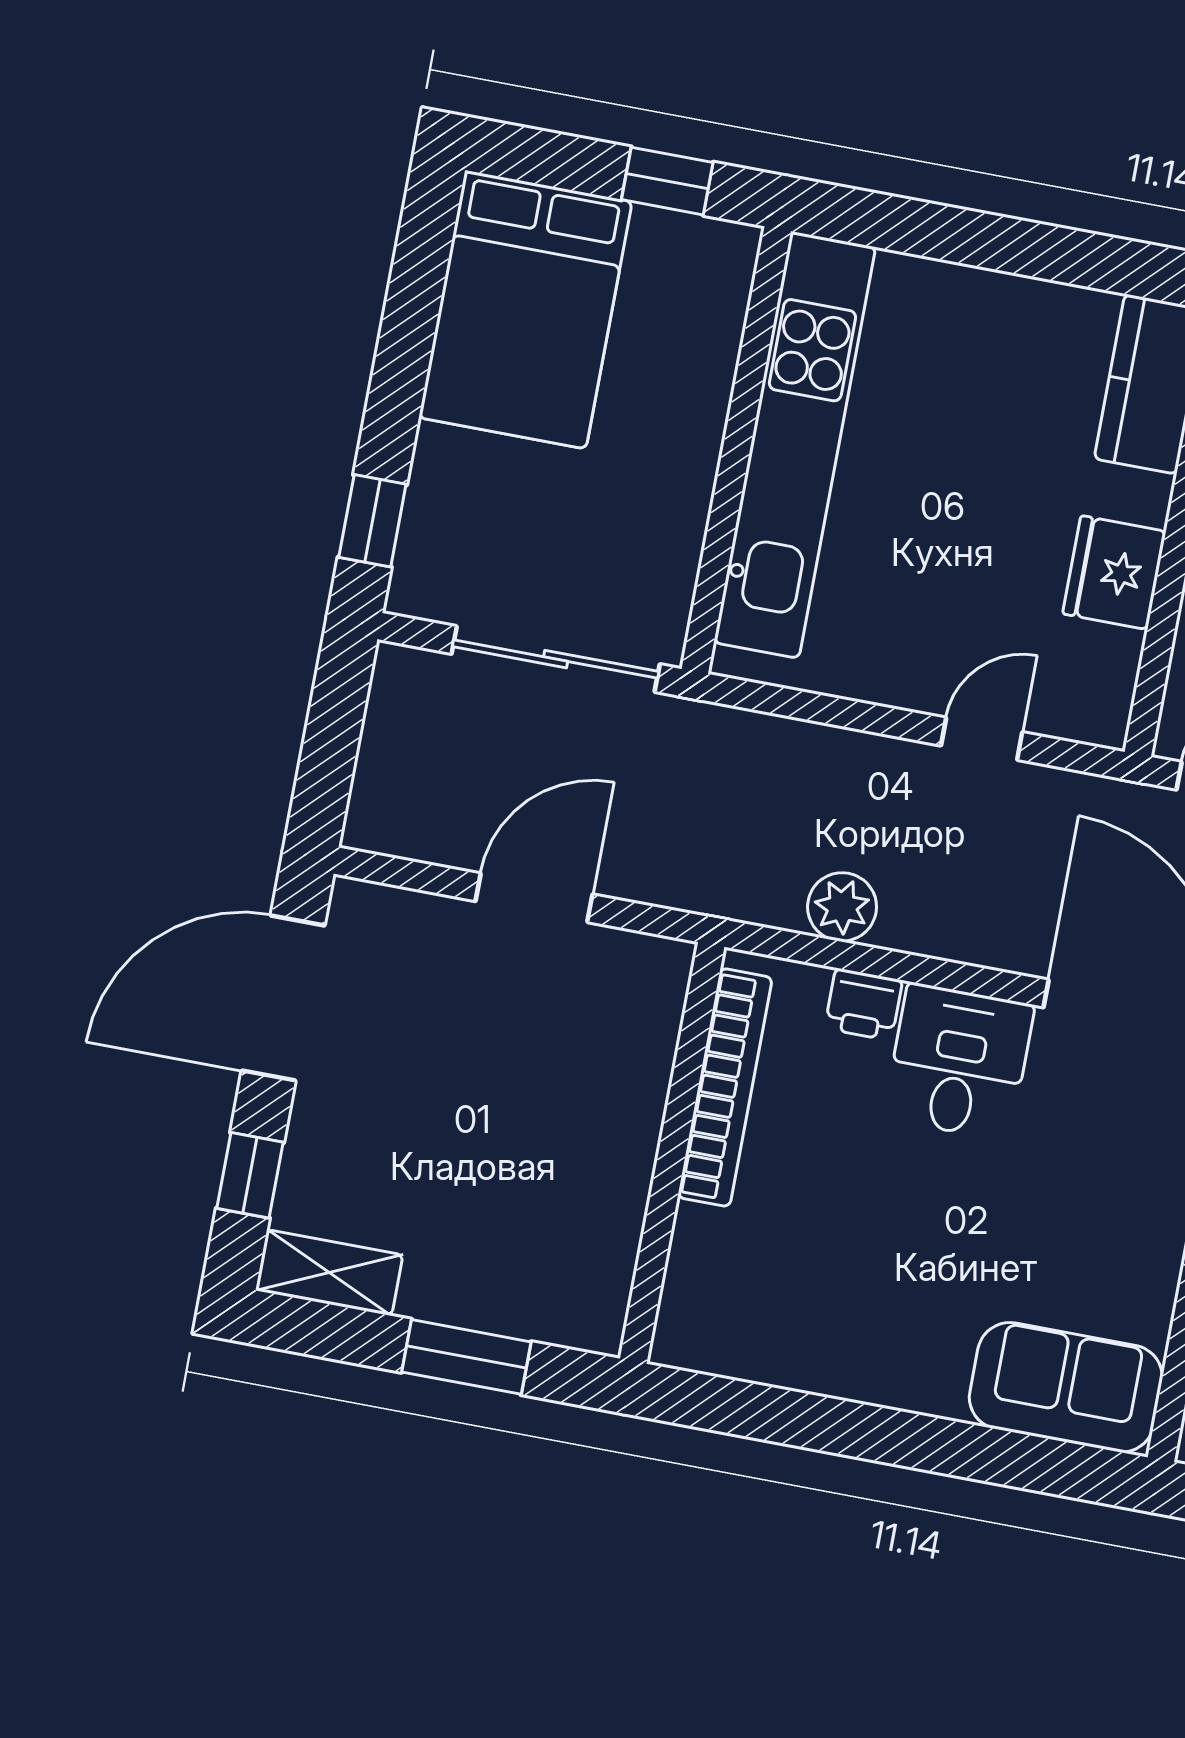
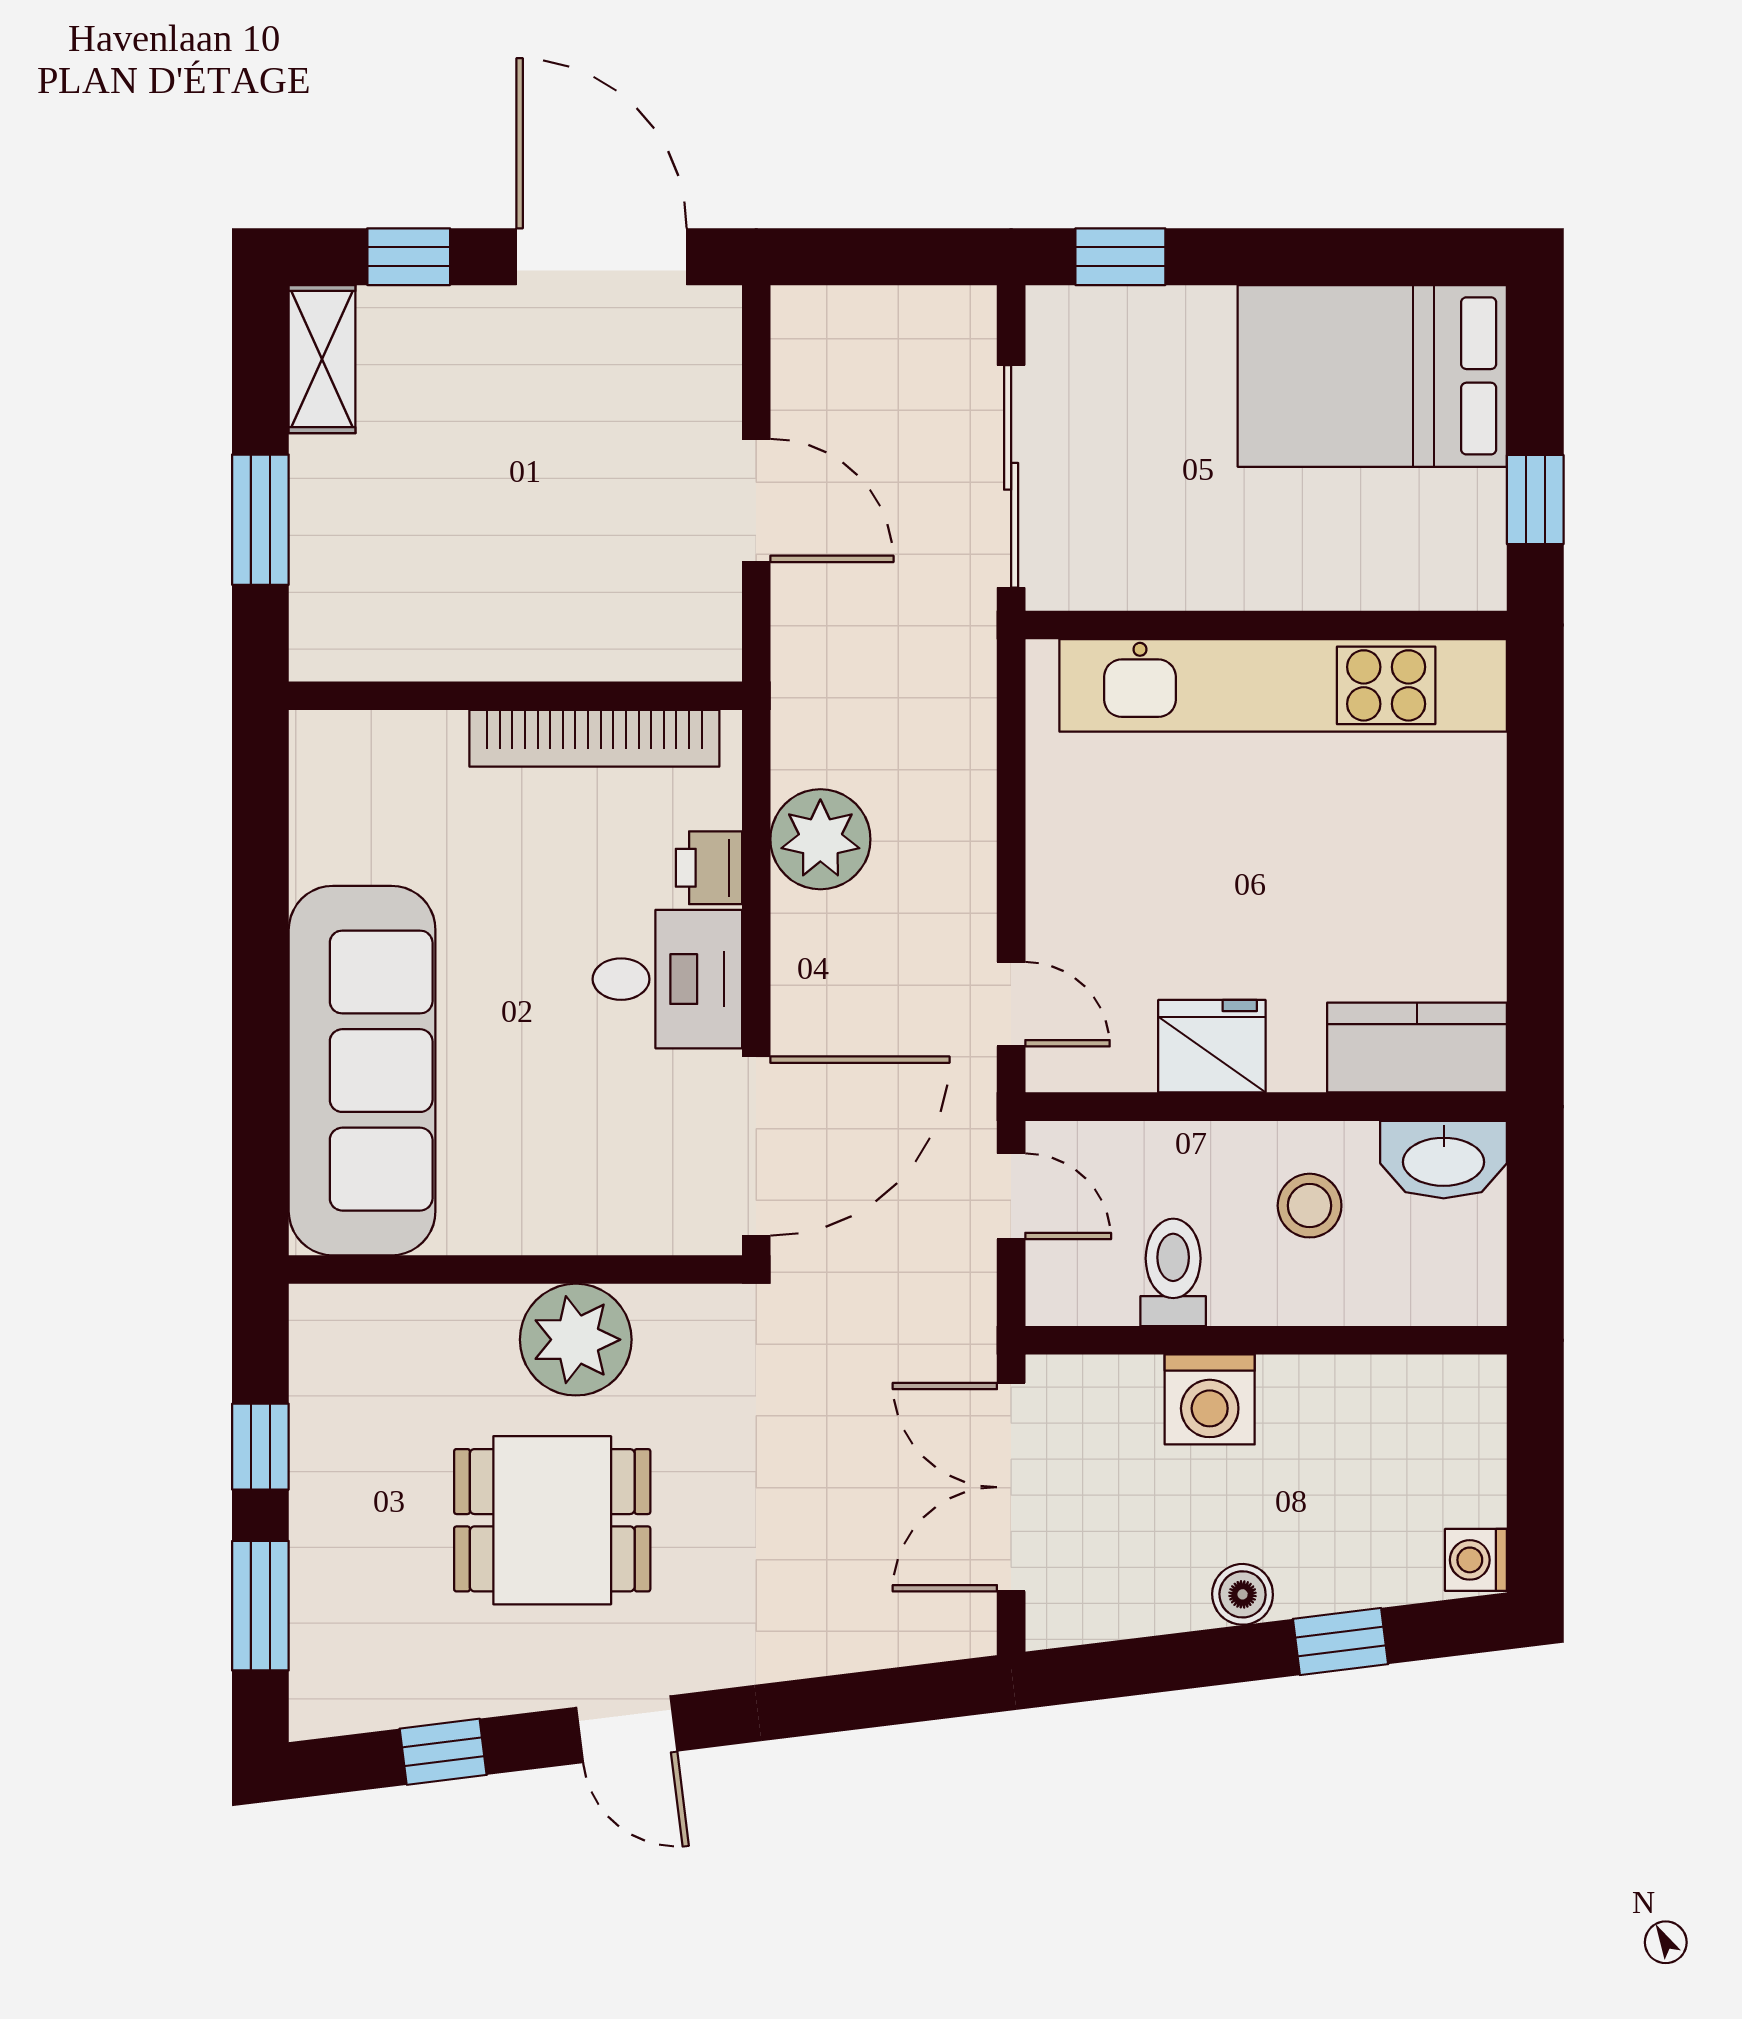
door: (982, 739) -> (1011, 1004), moved
plant: (842, 907) -> (820, 839), width x1.36, depth x1.36
sofa: (1066, 1387) -> (362, 1071), width x1.85, depth x1.27

